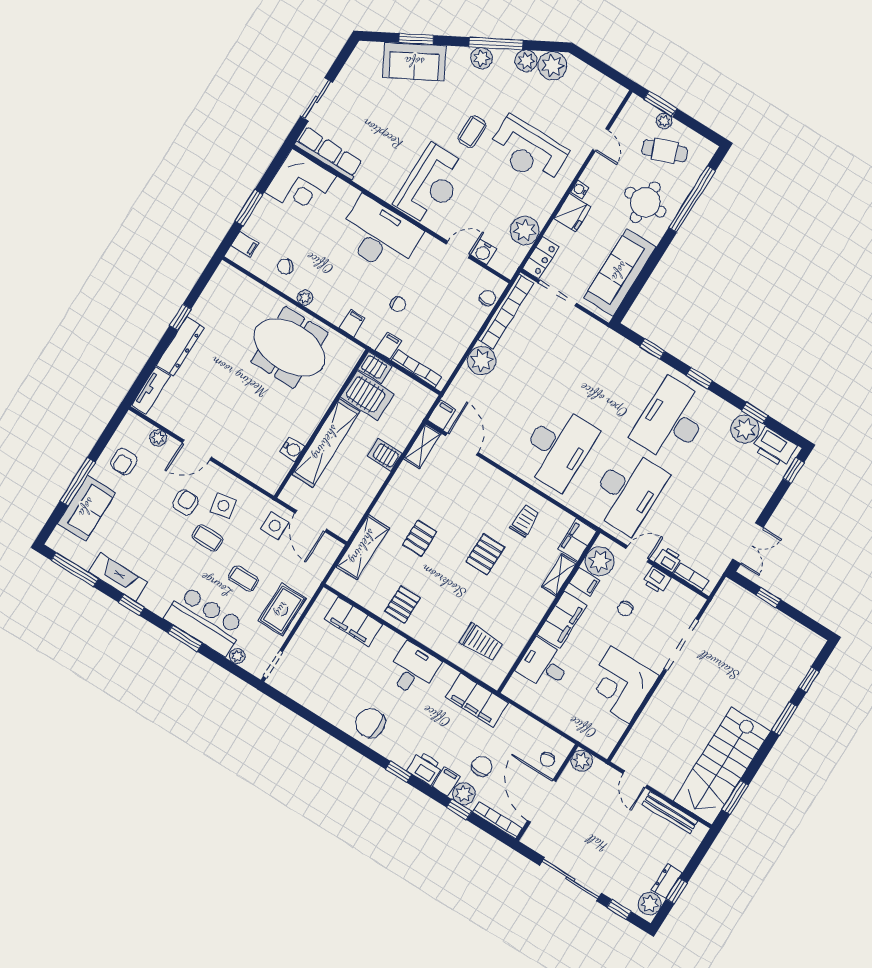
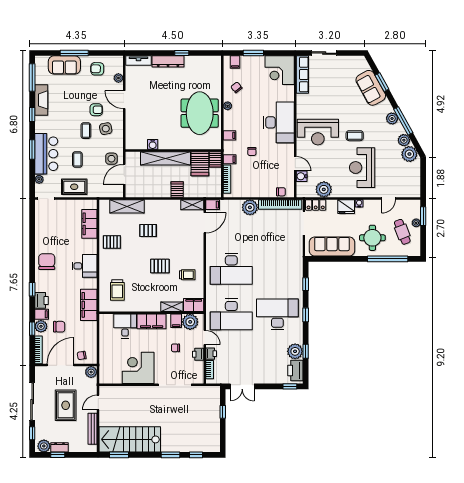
rug: (608, 831) -> (66, 405), added

